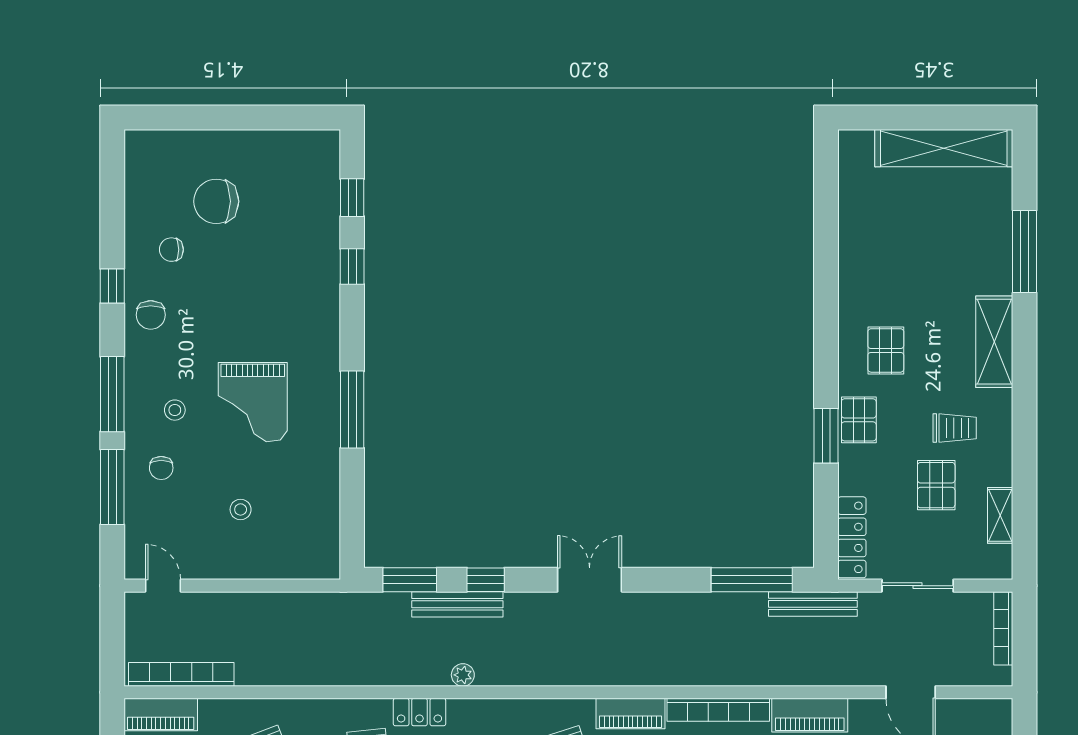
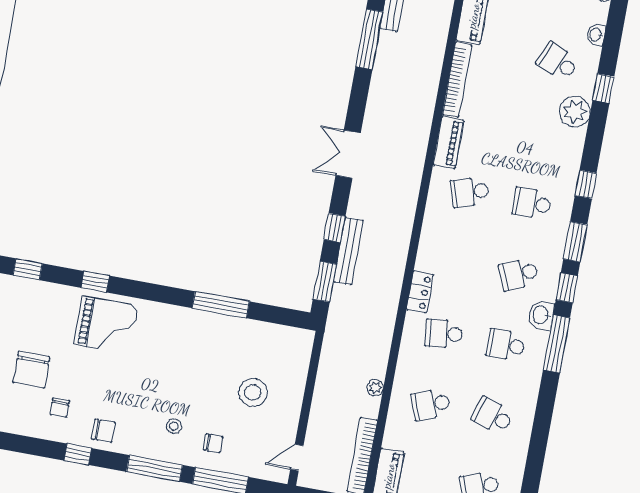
window: (352, 198) -> (28, 269), moved
grand piano: (253, 402) -> (106, 325), moved
window: (352, 410) -> (221, 305), moved
stool: (241, 509) -> (253, 392), width x1.89, depth x1.89
plant: (463, 675) -> (375, 388), moved

